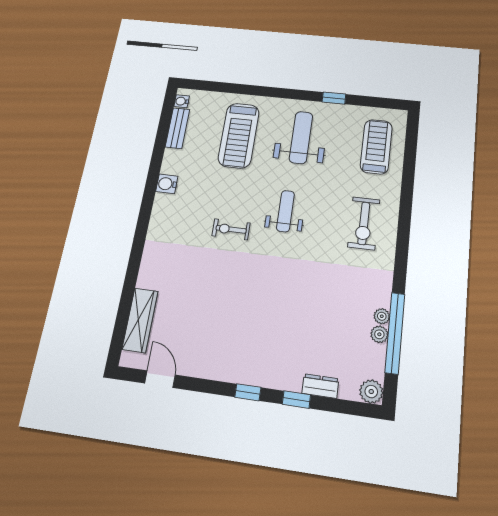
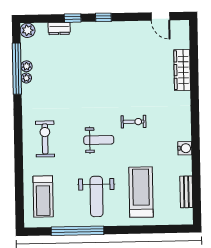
window: (334, 98) -> (78, 231), width x3.17
water cooler: (182, 101) -> (188, 214), removed
weight bench: (285, 211) -> (99, 140), turned -90
wardrobe: (140, 320) -> (182, 70), moved

